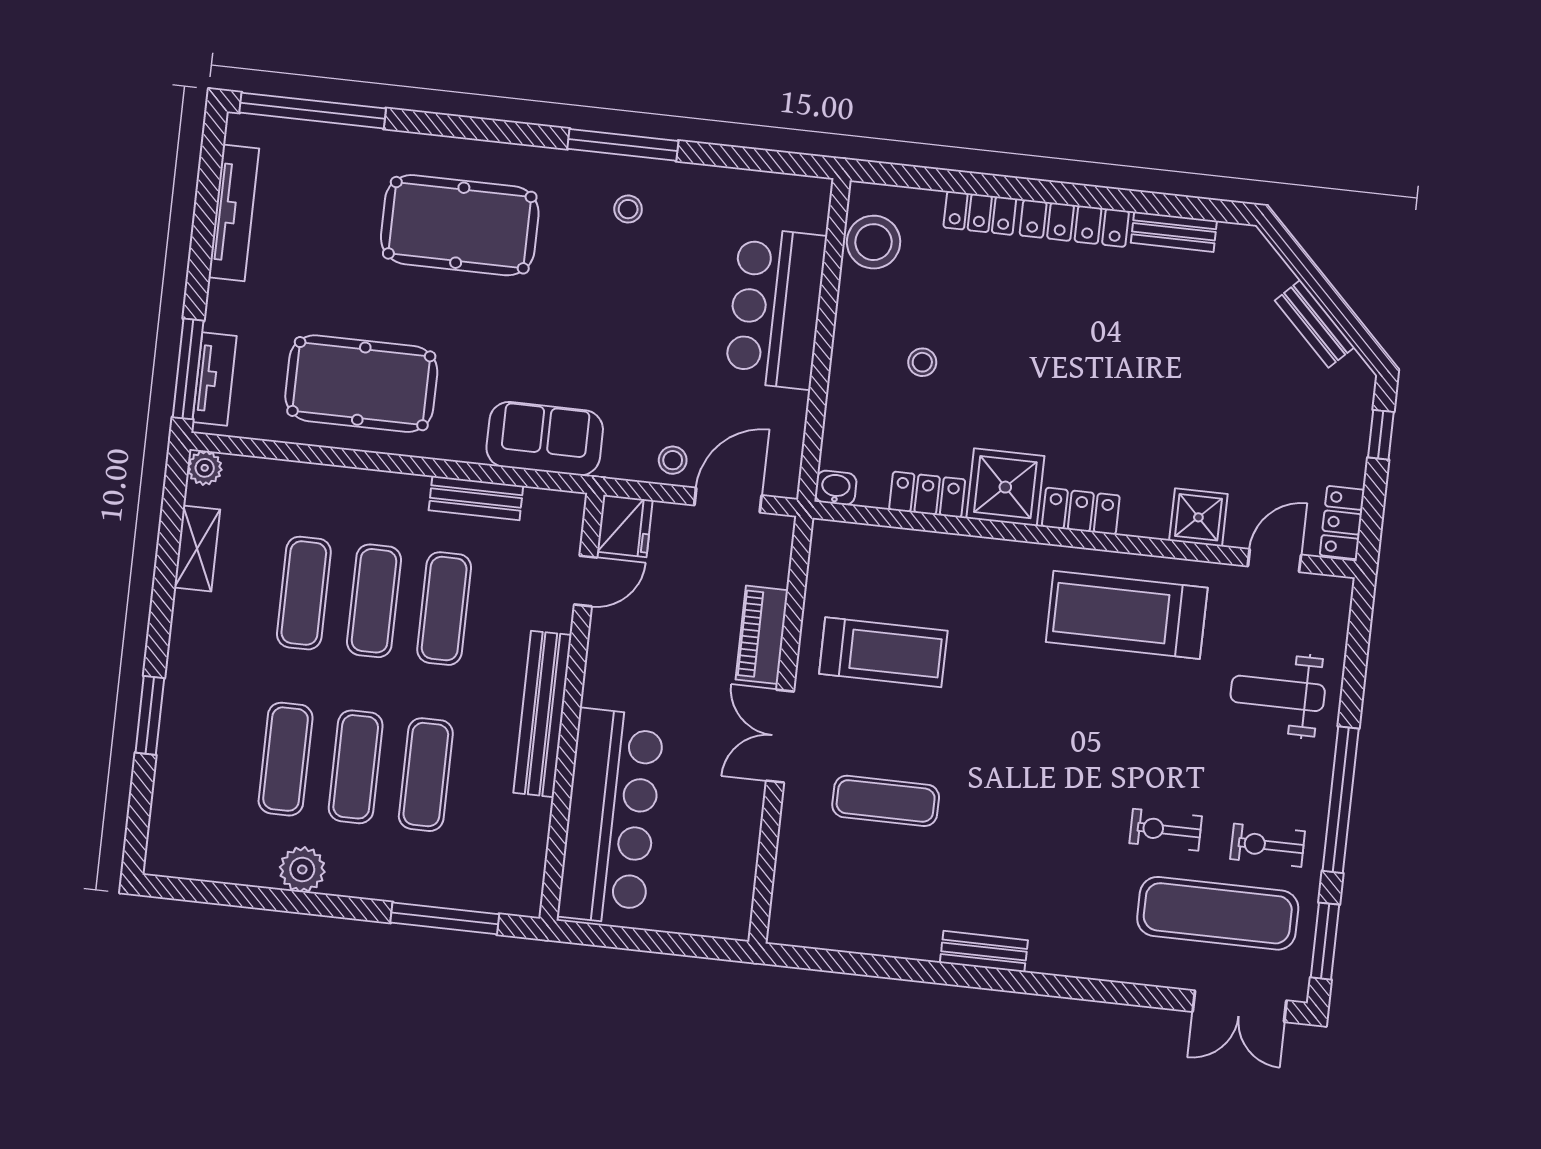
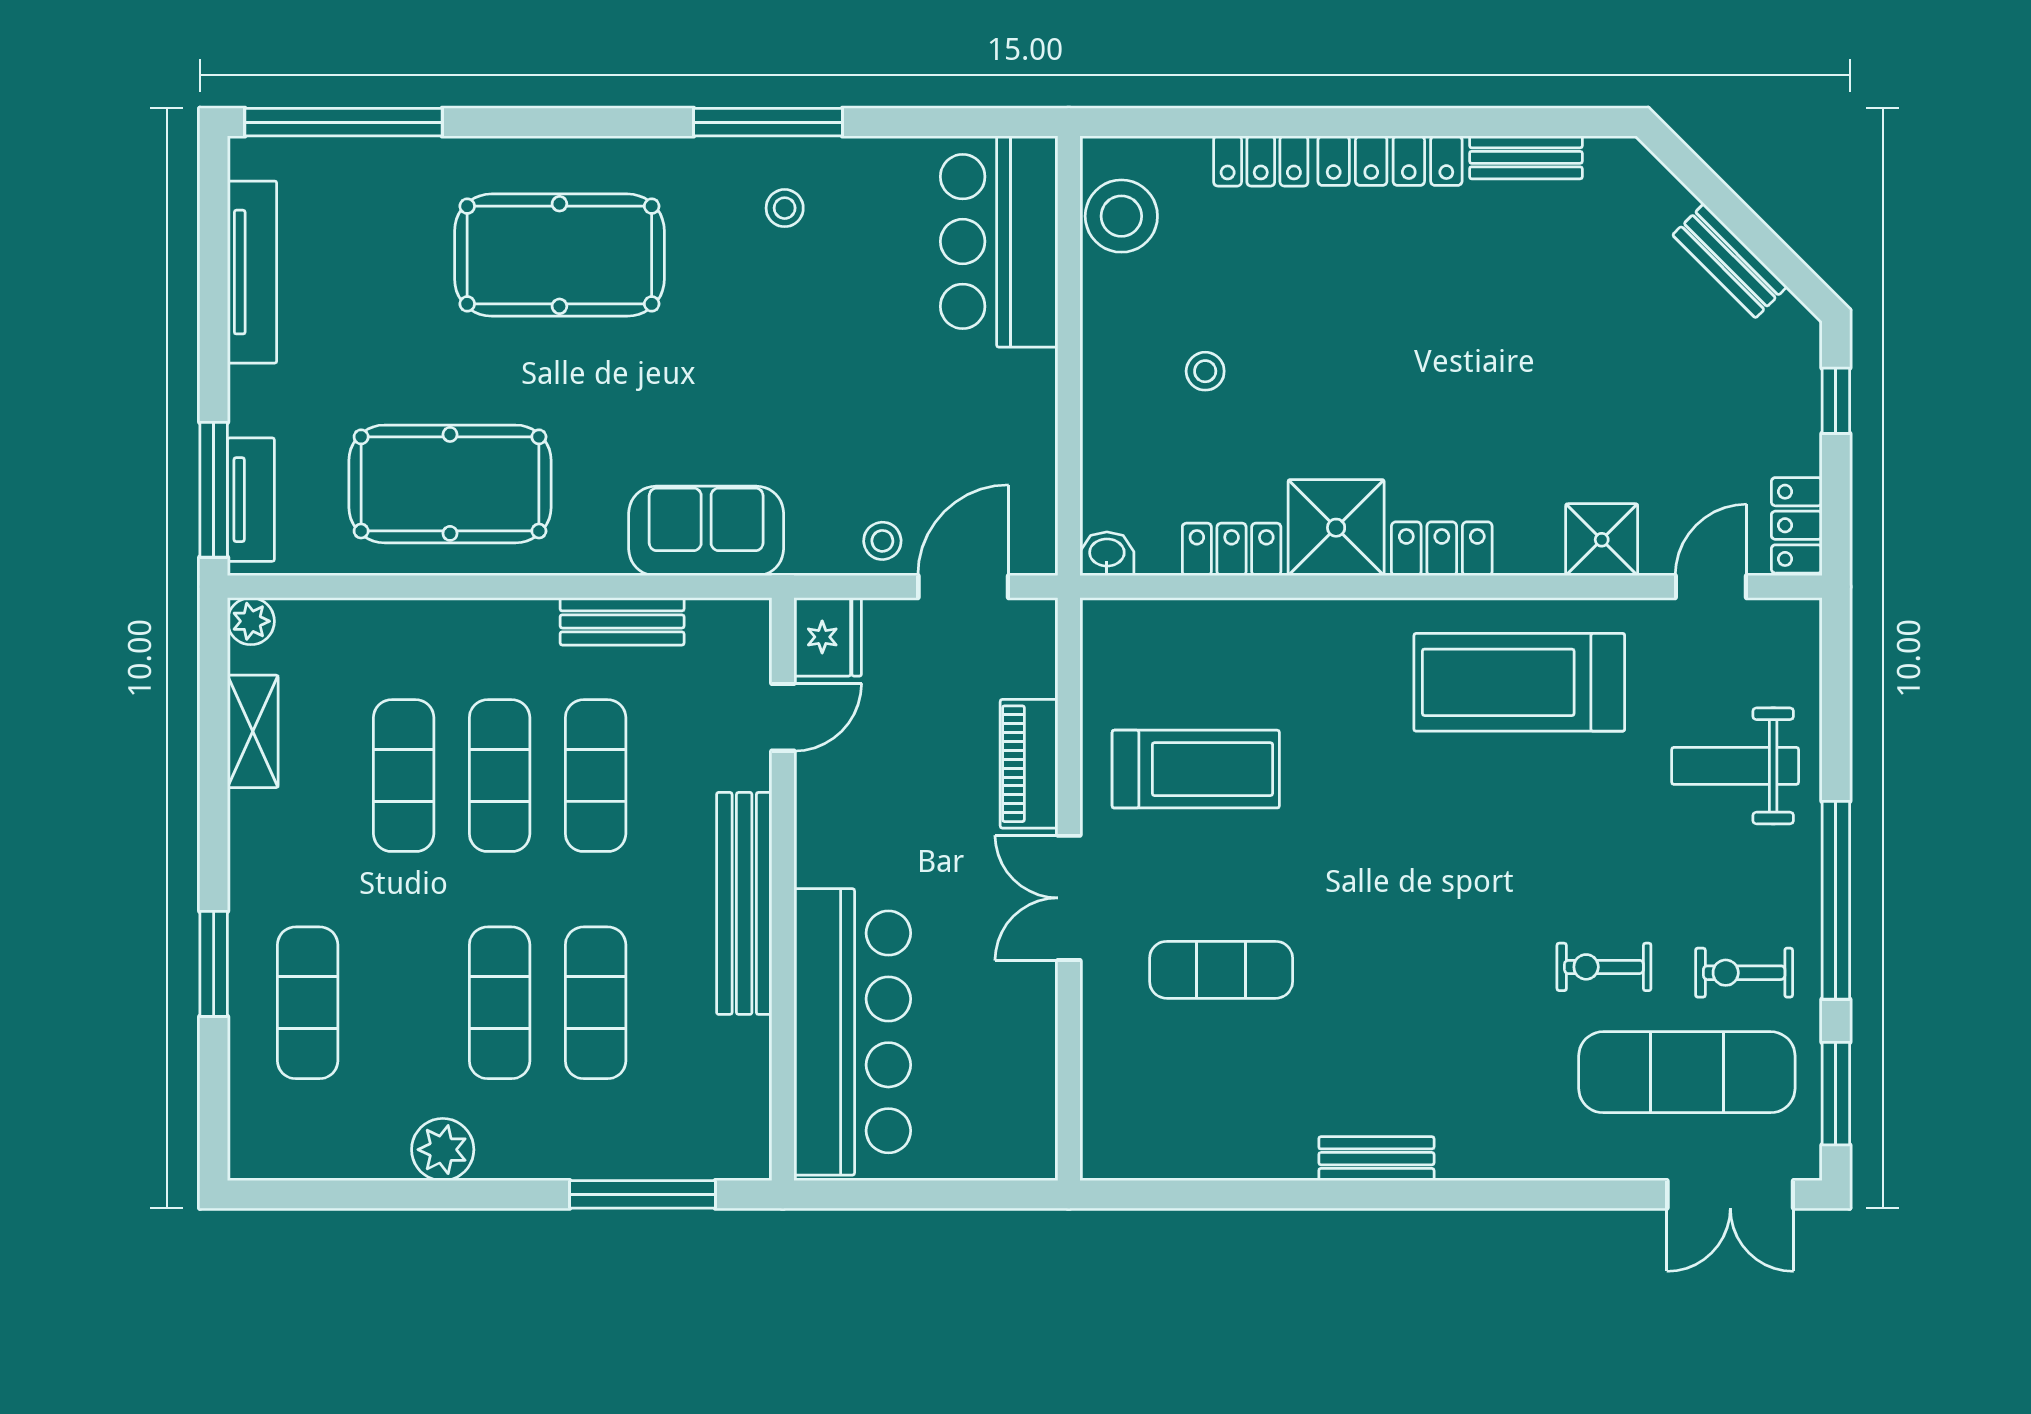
bar counter: (776, 308) -> (999, 241), moved
exercise mat: (286, 759) -> (308, 1003), moved

